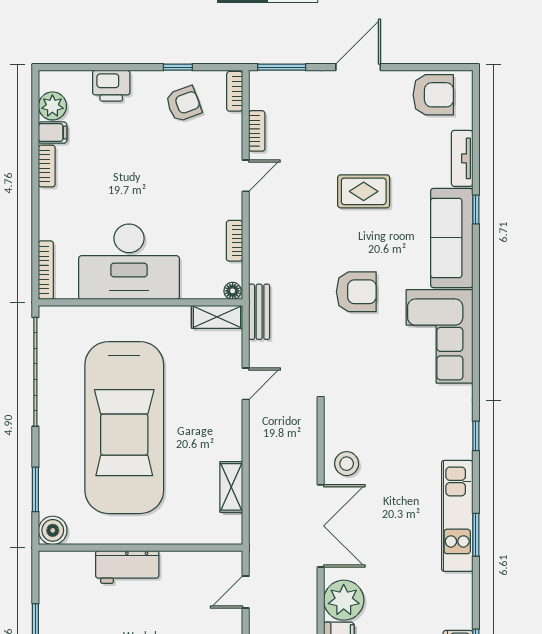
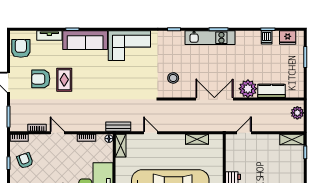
armchair: (356, 292) -> (41, 79), moved, turned -90
stool: (347, 464) -> (173, 78), moved
door: (246, 592) -> (244, 133), swing flipped

